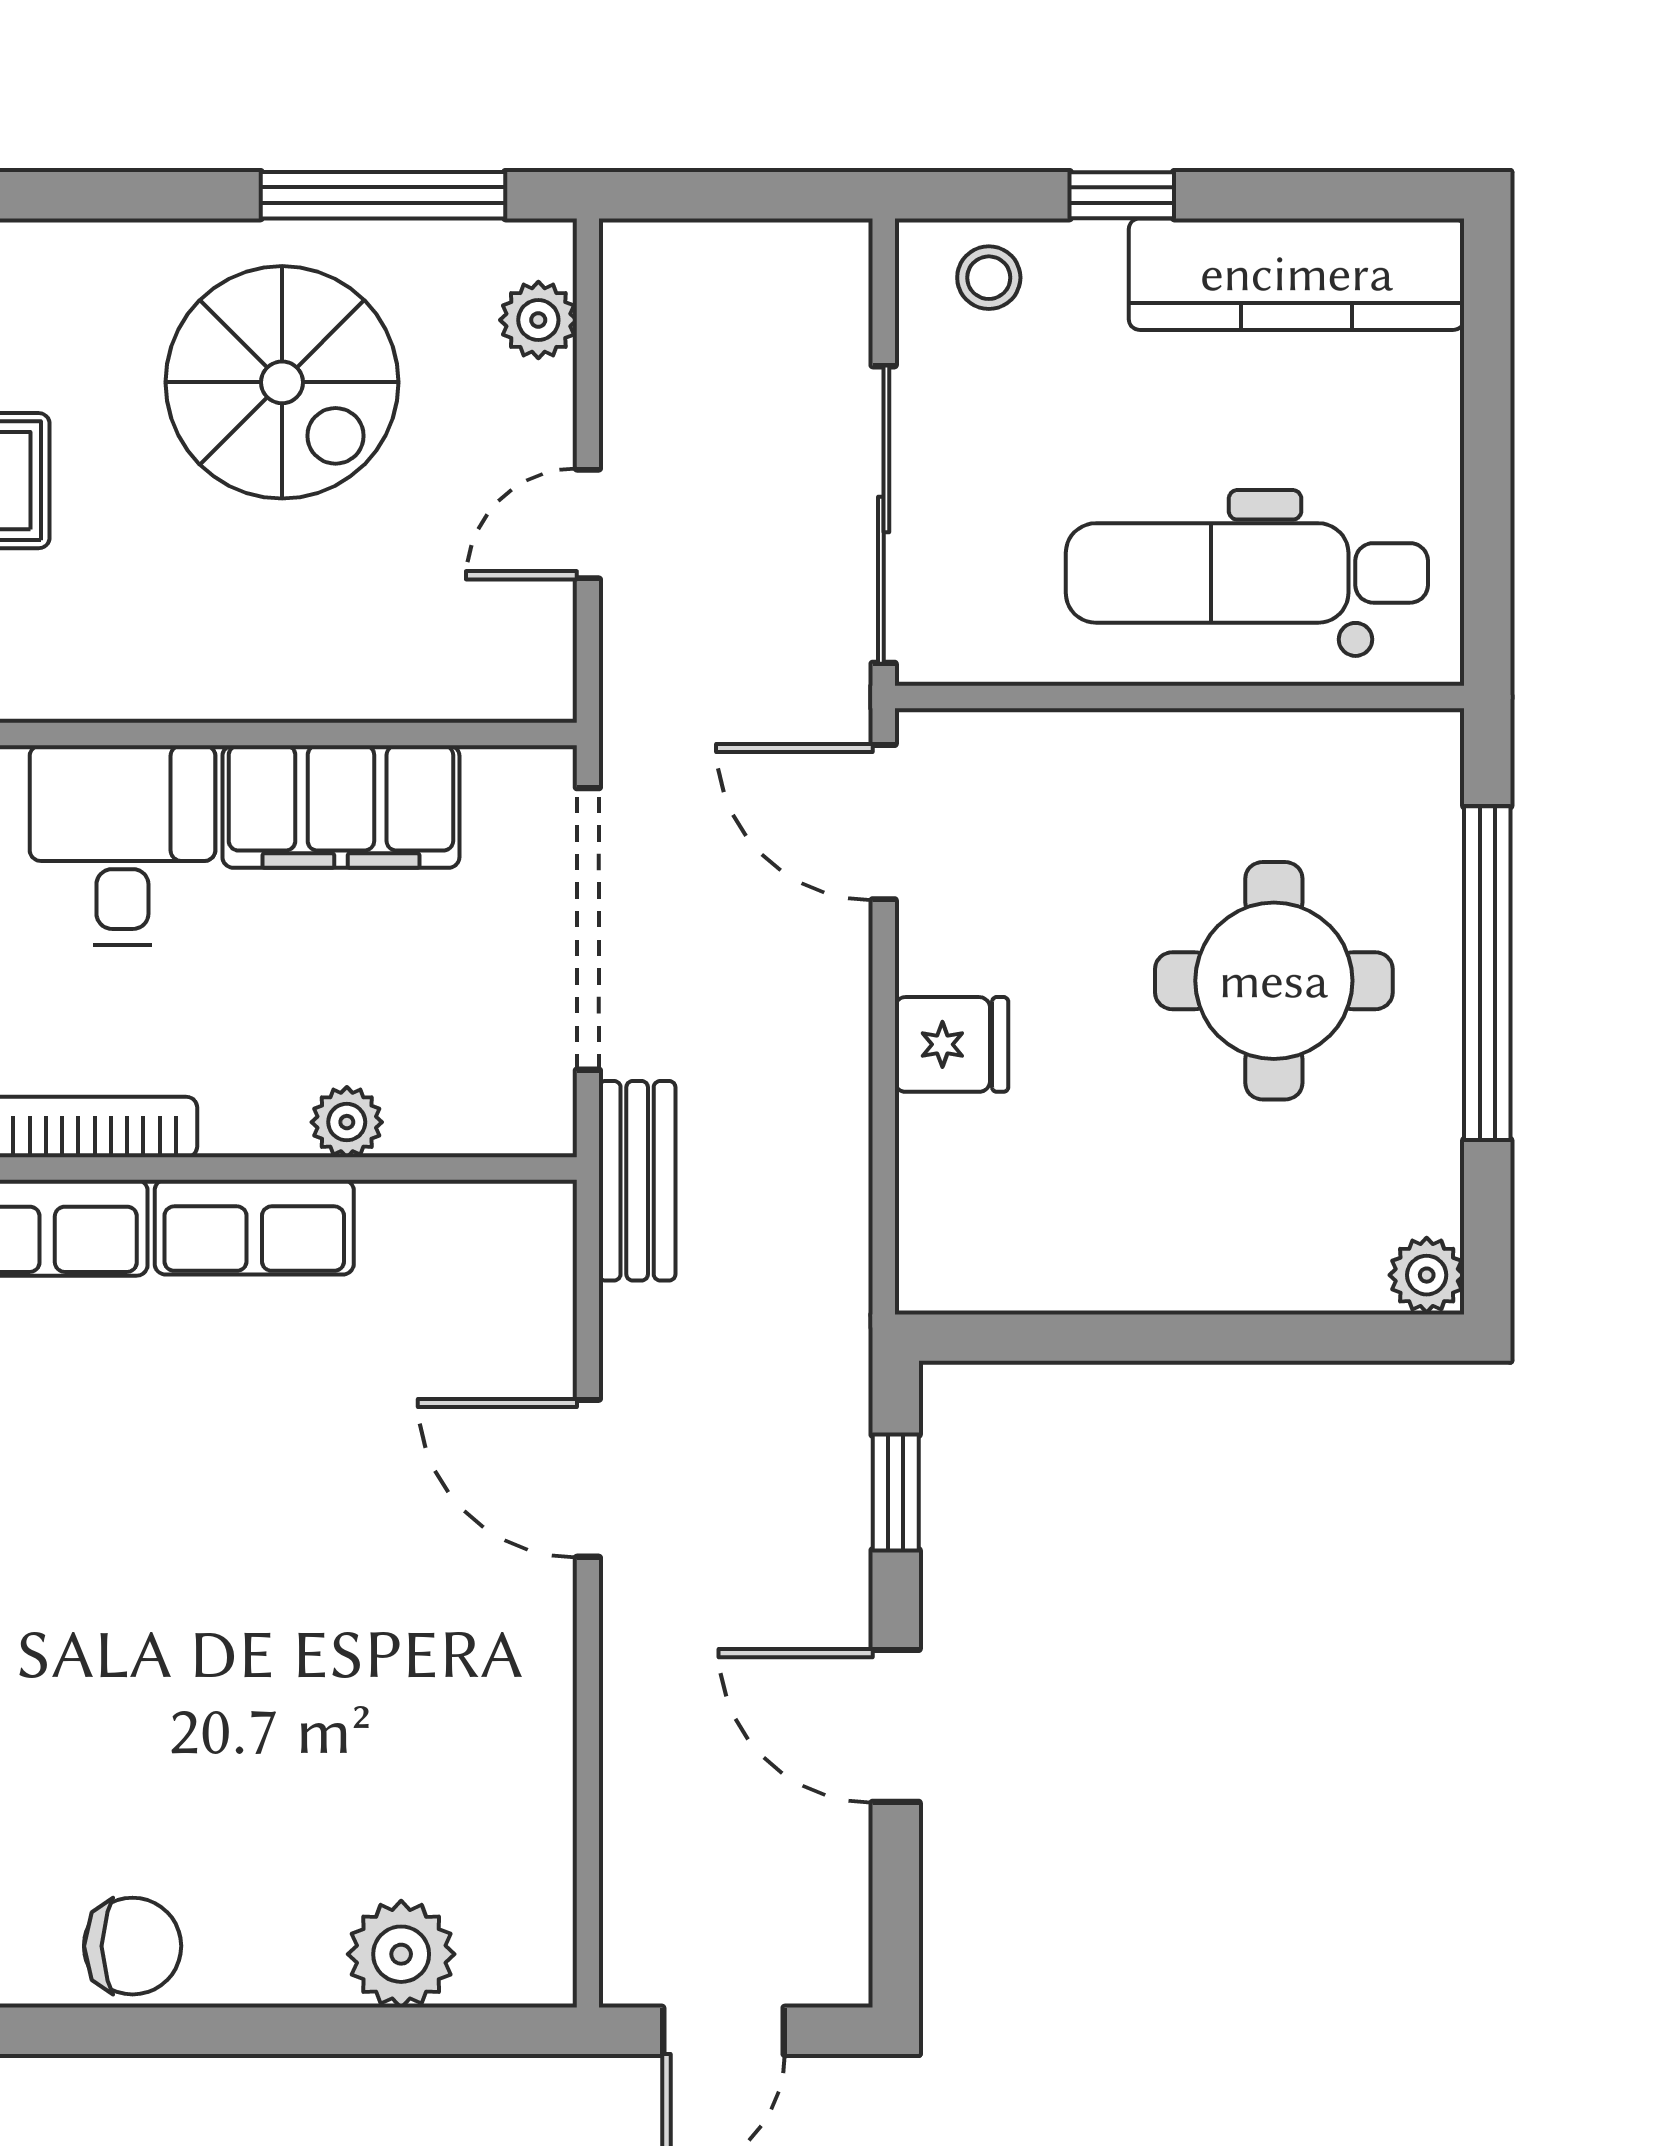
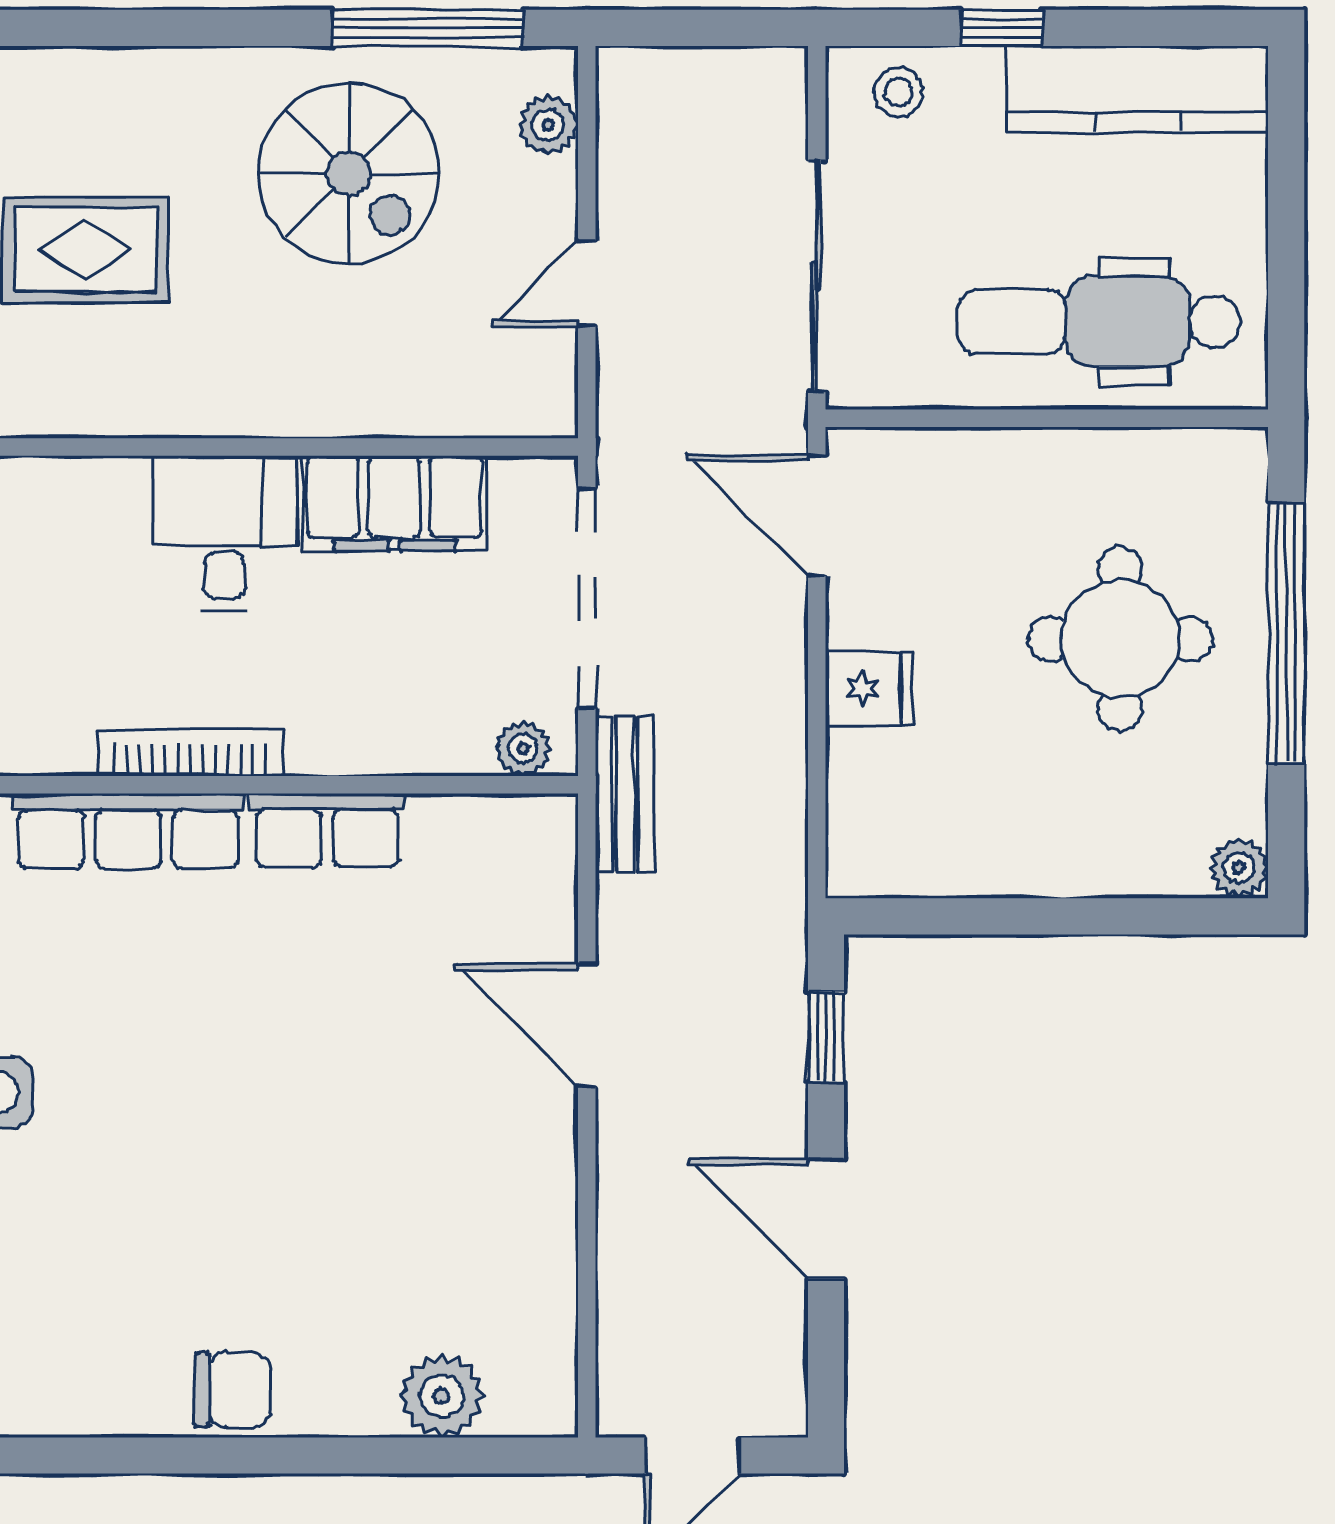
plant: (347, 1122) -> (523, 749), moved

